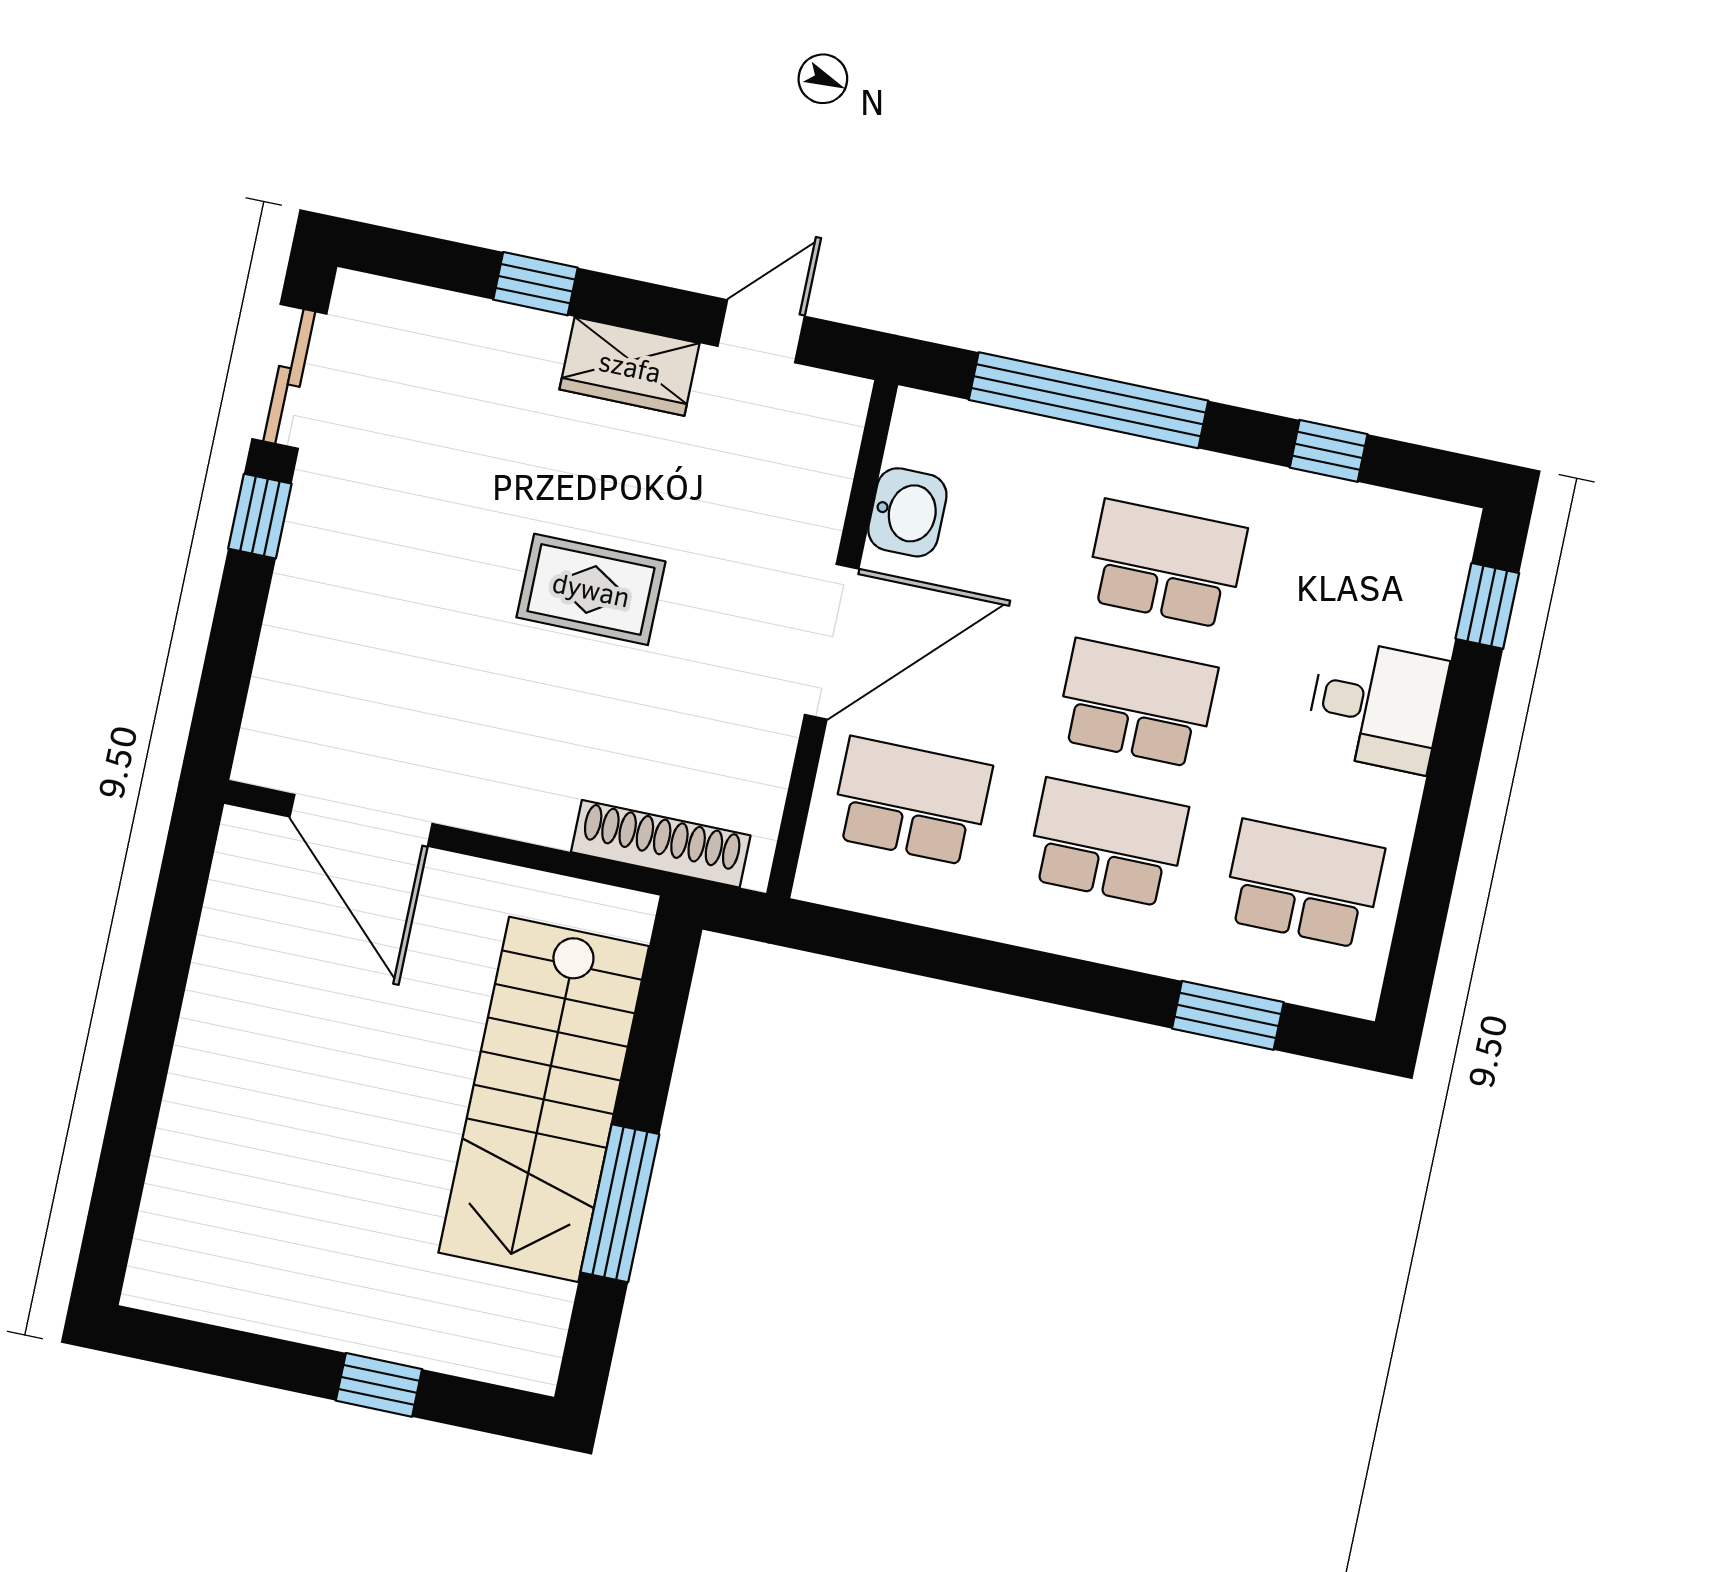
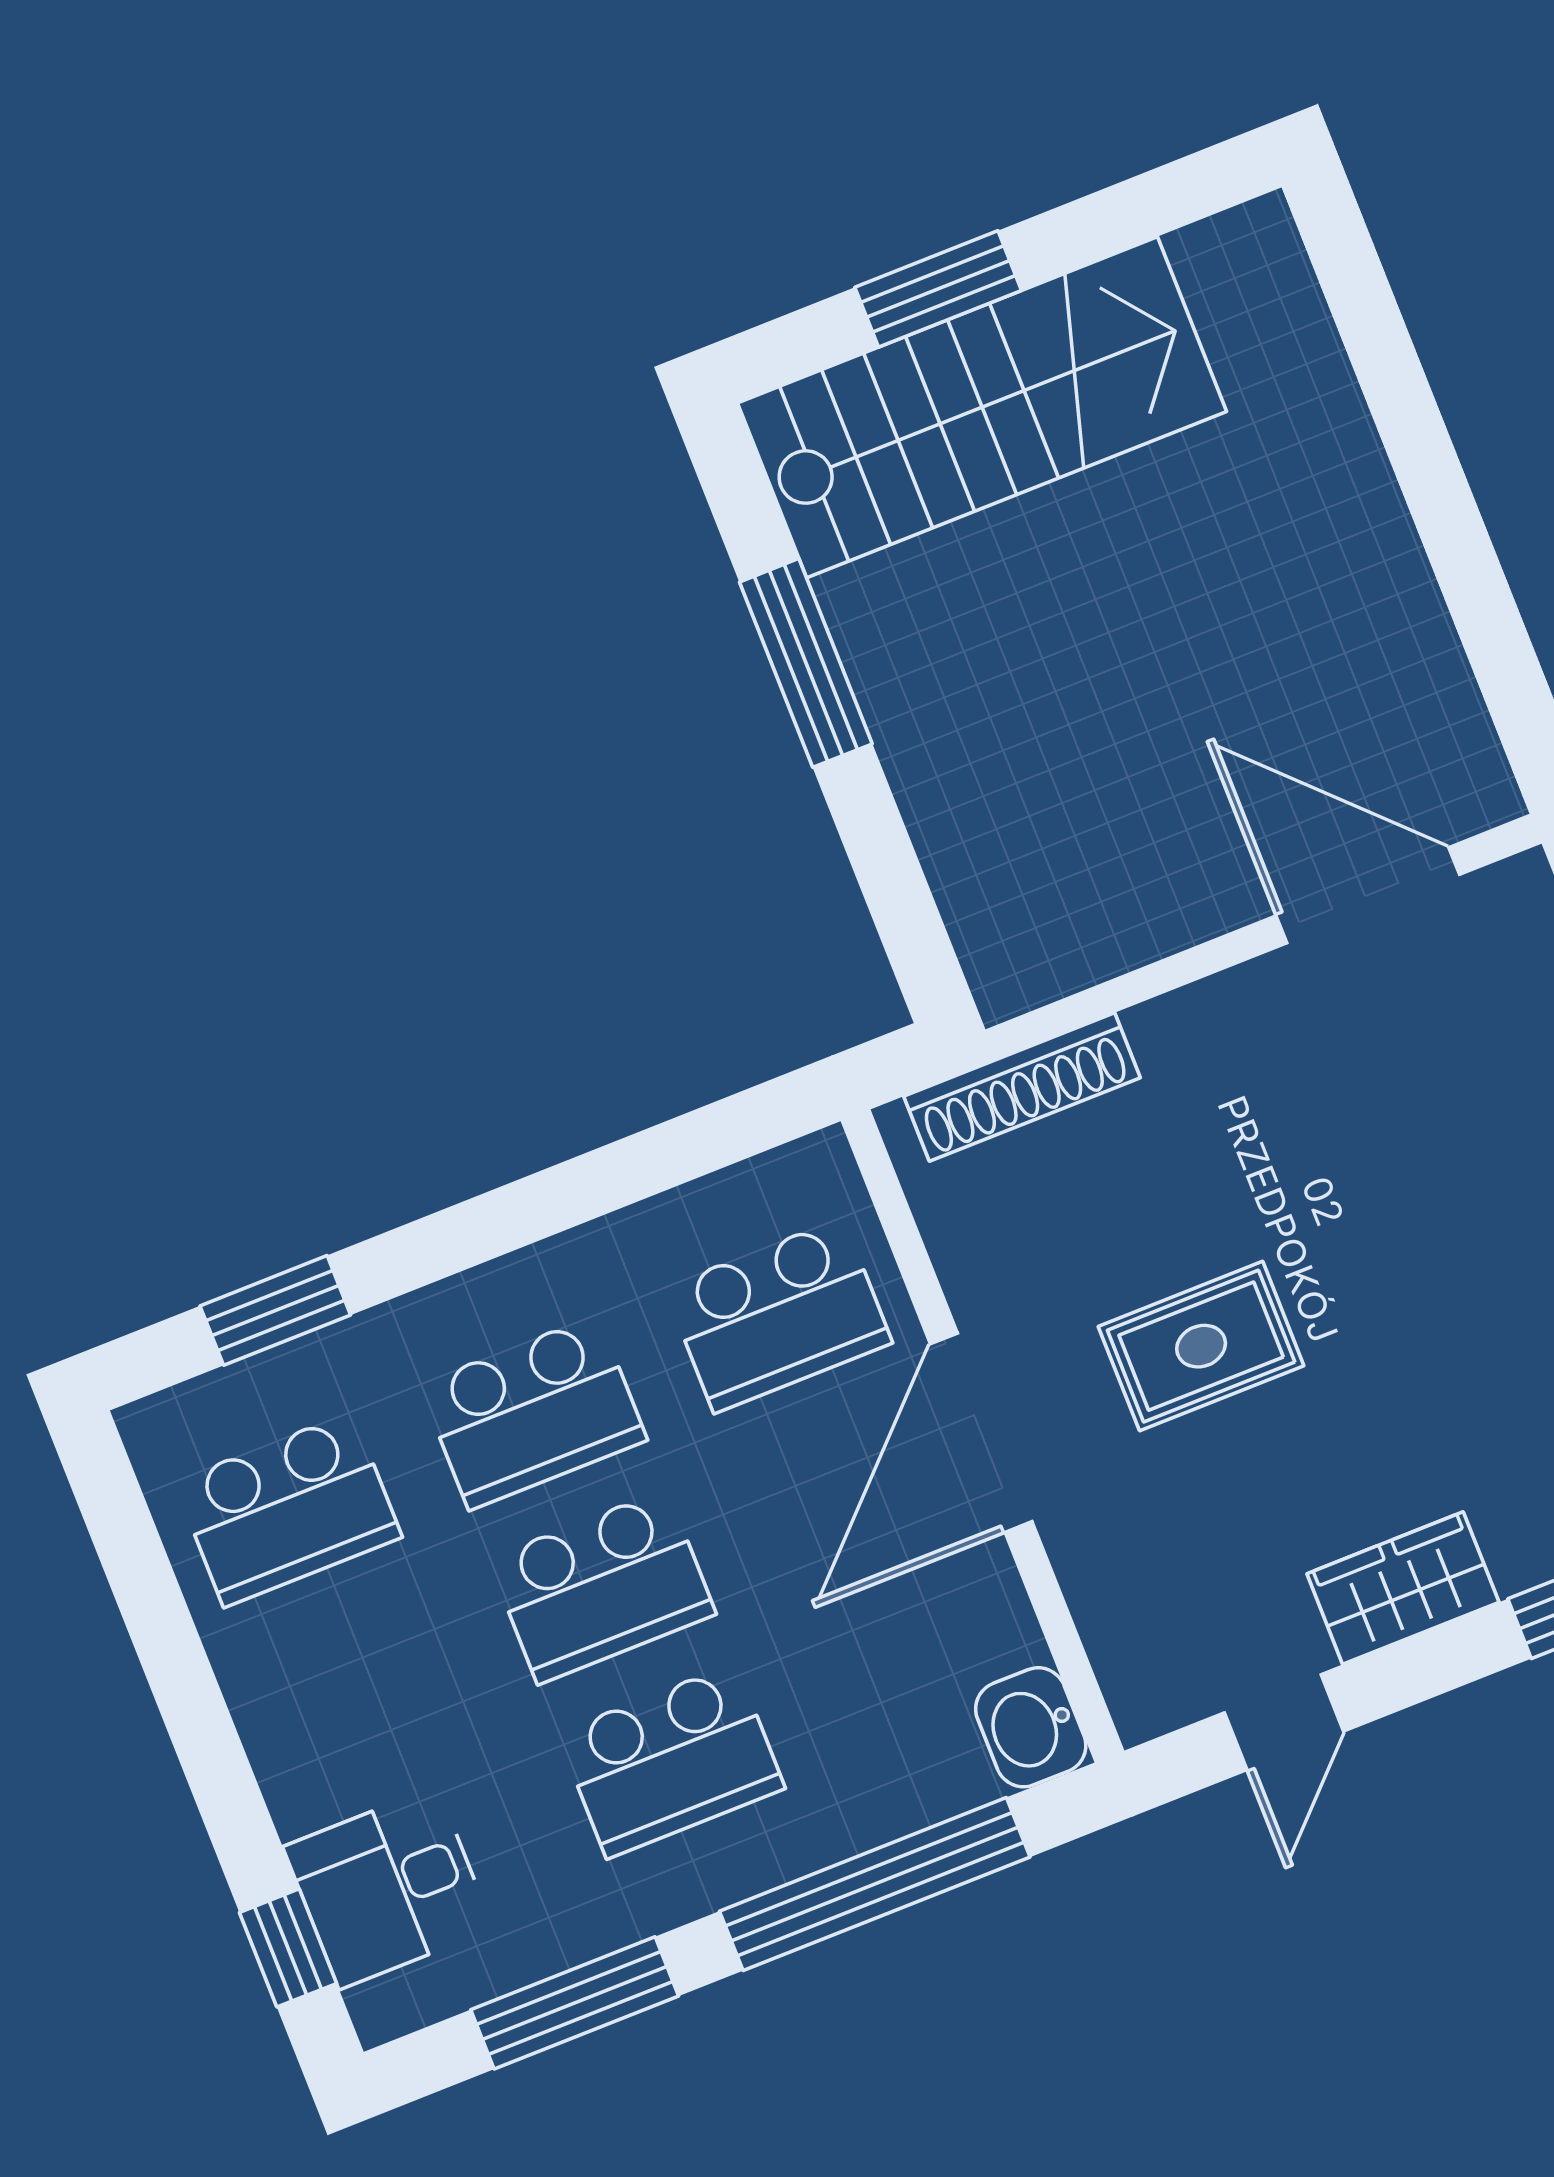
window: (1329, 451) -> (575, 2003), width x2.17
washbasin: (907, 512) -> (1031, 1727), moved
rug: (591, 589) -> (1201, 1346), moved
desk: (1377, 706) -> (388, 1888), moved
stairs: (544, 1099) -> (982, 407), moved, turned 90
window: (379, 1385) -> (938, 289), width x1.50

